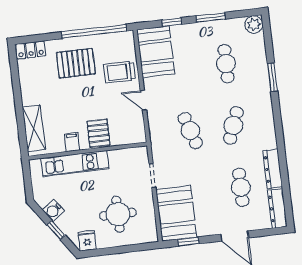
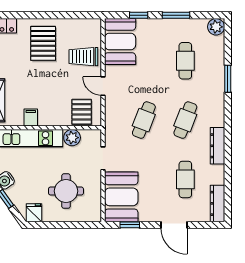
window: (94, 31) -> (64, 15), removed
pallet: (76, 63) -> (43, 43), turned 90
cafe table: (190, 131) -> (144, 120), turned 39
pallet: (98, 133) -> (82, 112), moved
plant: (118, 158) -> (72, 138), added
dresser: (273, 169) -> (218, 146), moved

